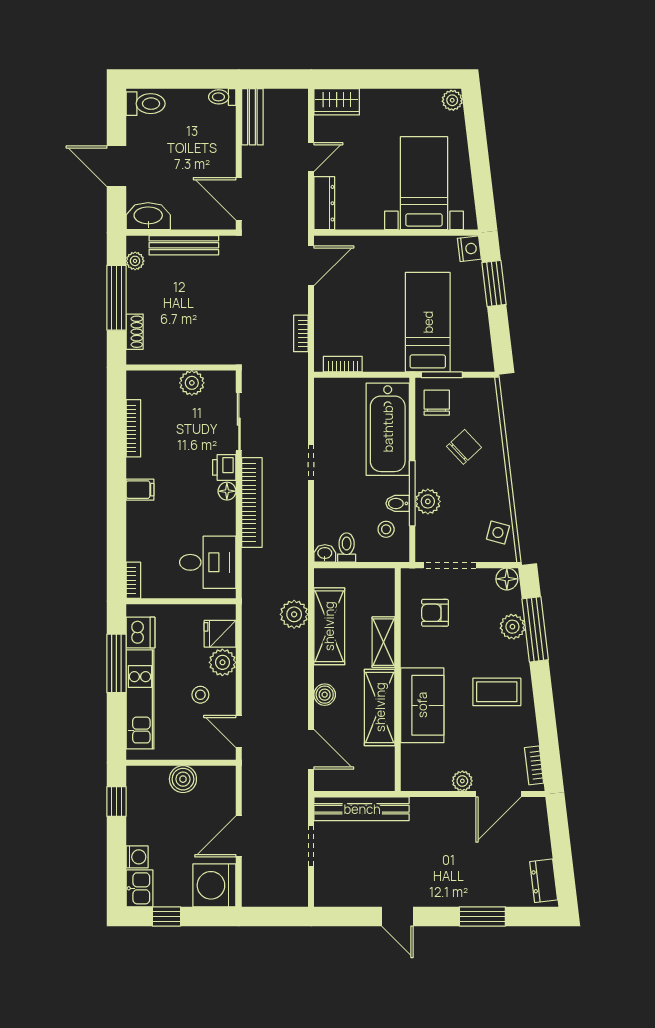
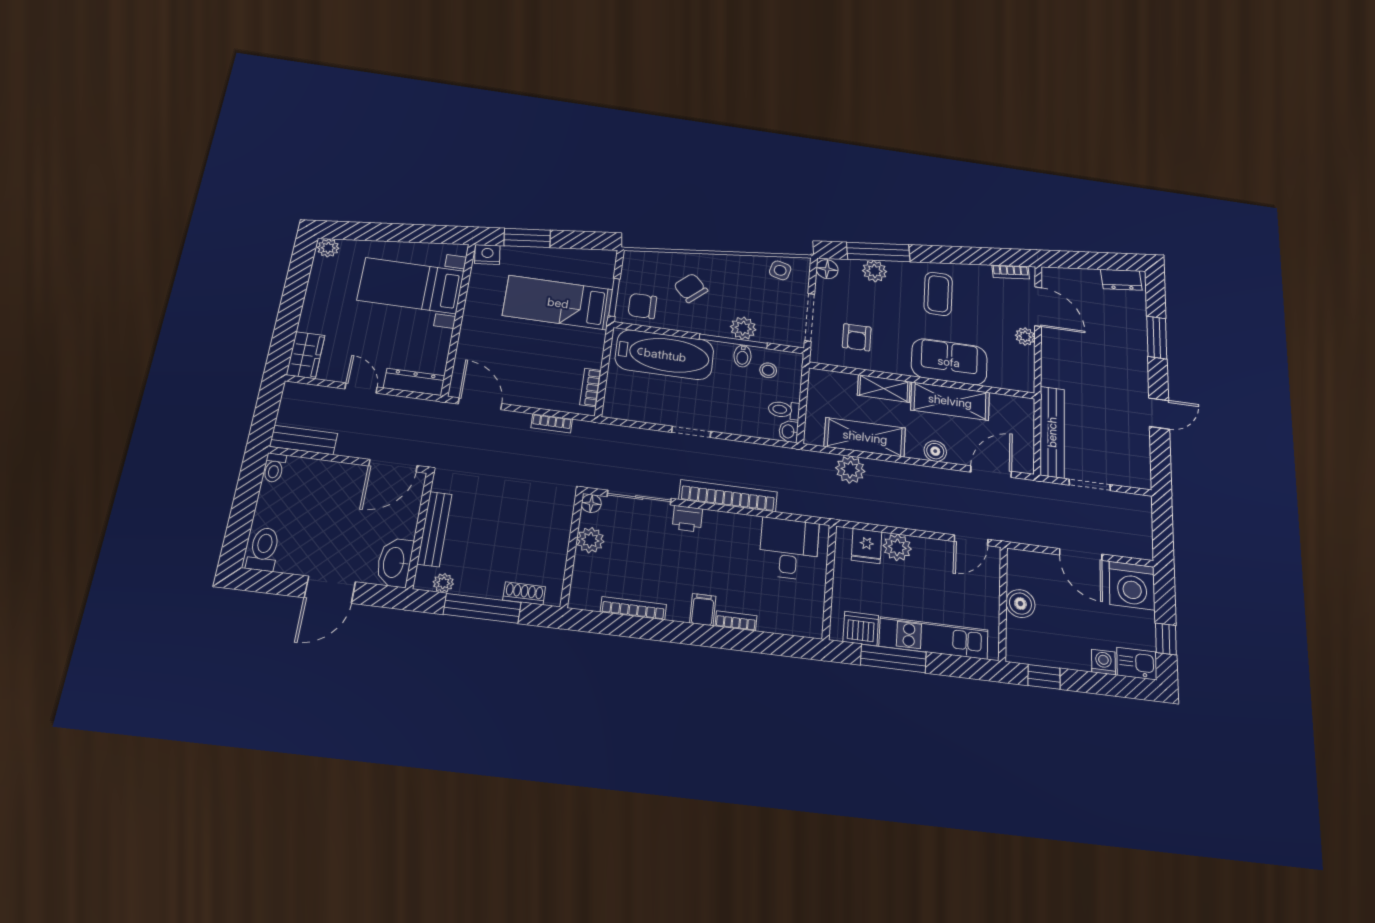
floor lamp: (227, 491) -> (591, 503), moved
bookcase: (133, 580) -> (736, 621), moved
stool: (200, 695) -> (931, 574), removed

